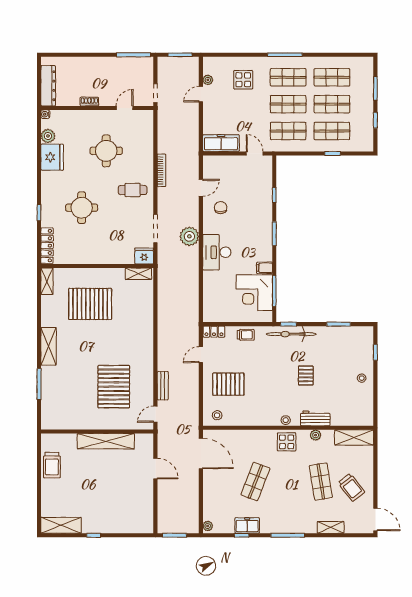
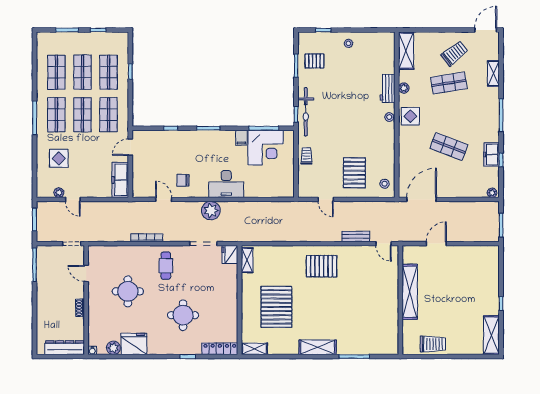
locker: (214, 332) -> (303, 187), removed
pallet: (306, 376) -> (314, 61), moved
pallet: (114, 387) -> (322, 266), moved, width x0.73, depth x0.71

